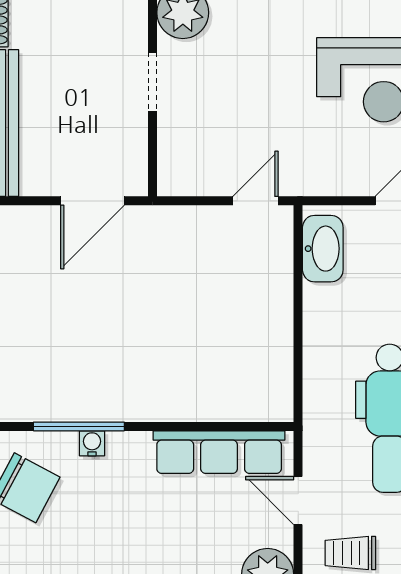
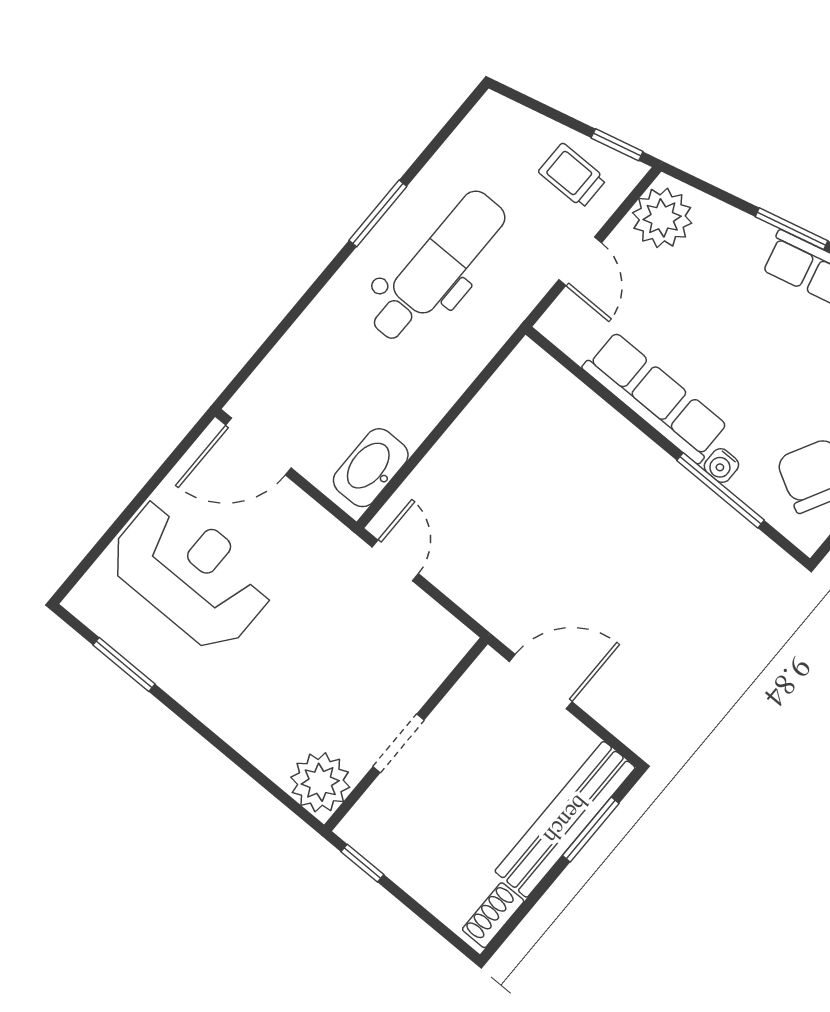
door: (256, 201) -> (395, 560), swing flipped
row of seats: (219, 452) -> (655, 397), moved
trolley: (350, 553) -> (572, 176), turned 180

